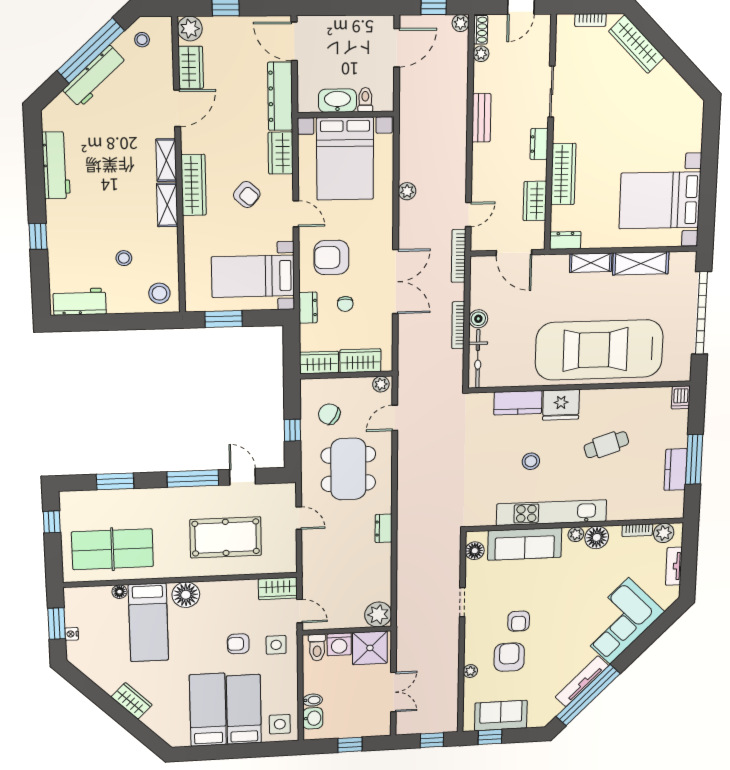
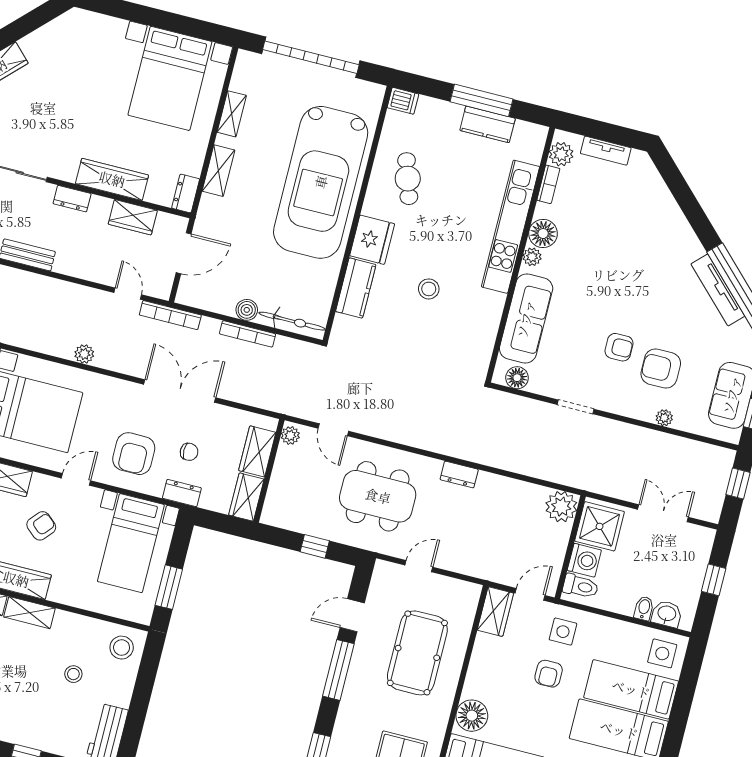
shelving: (641, 263) -> (232, 114), width x0.67, depth x0.75
chair: (329, 414) -> (308, 501), removed
cafe table: (606, 445) -> (408, 179), moved
kitchen unit: (552, 513) -> (510, 227), moved
corner sofa: (619, 621) -> (655, 229), removed

